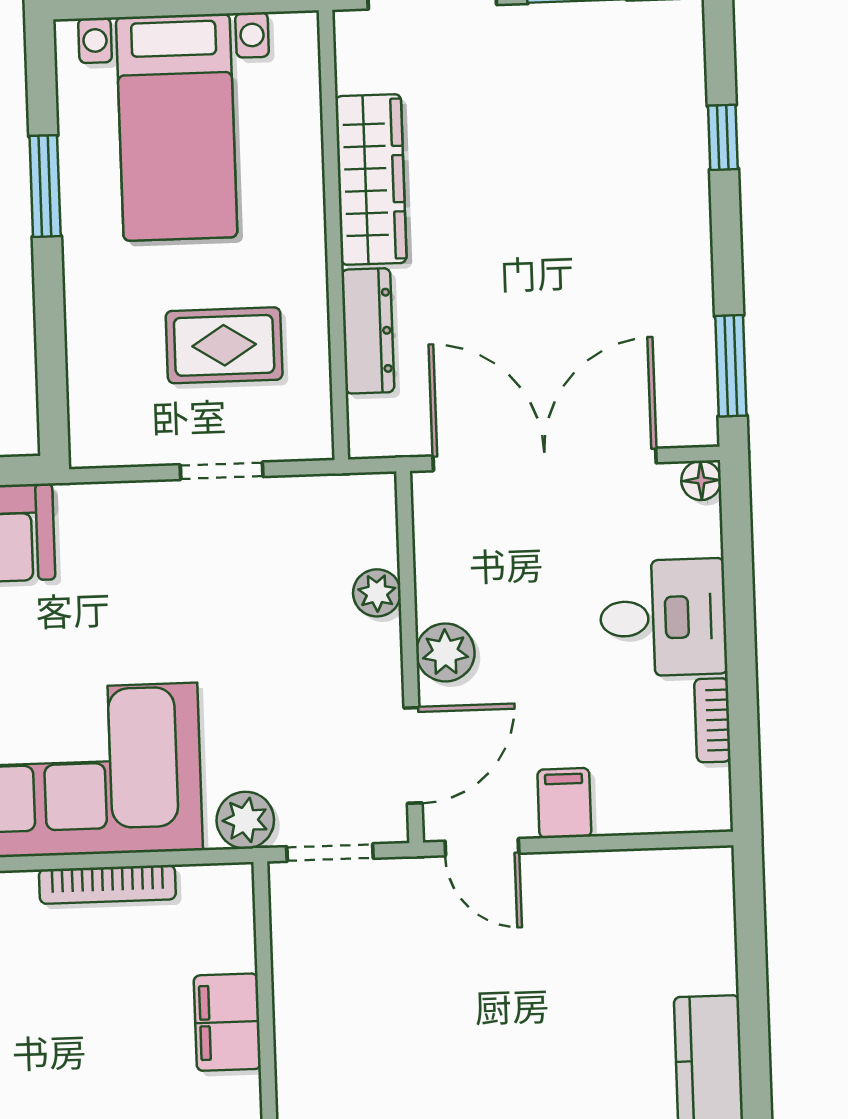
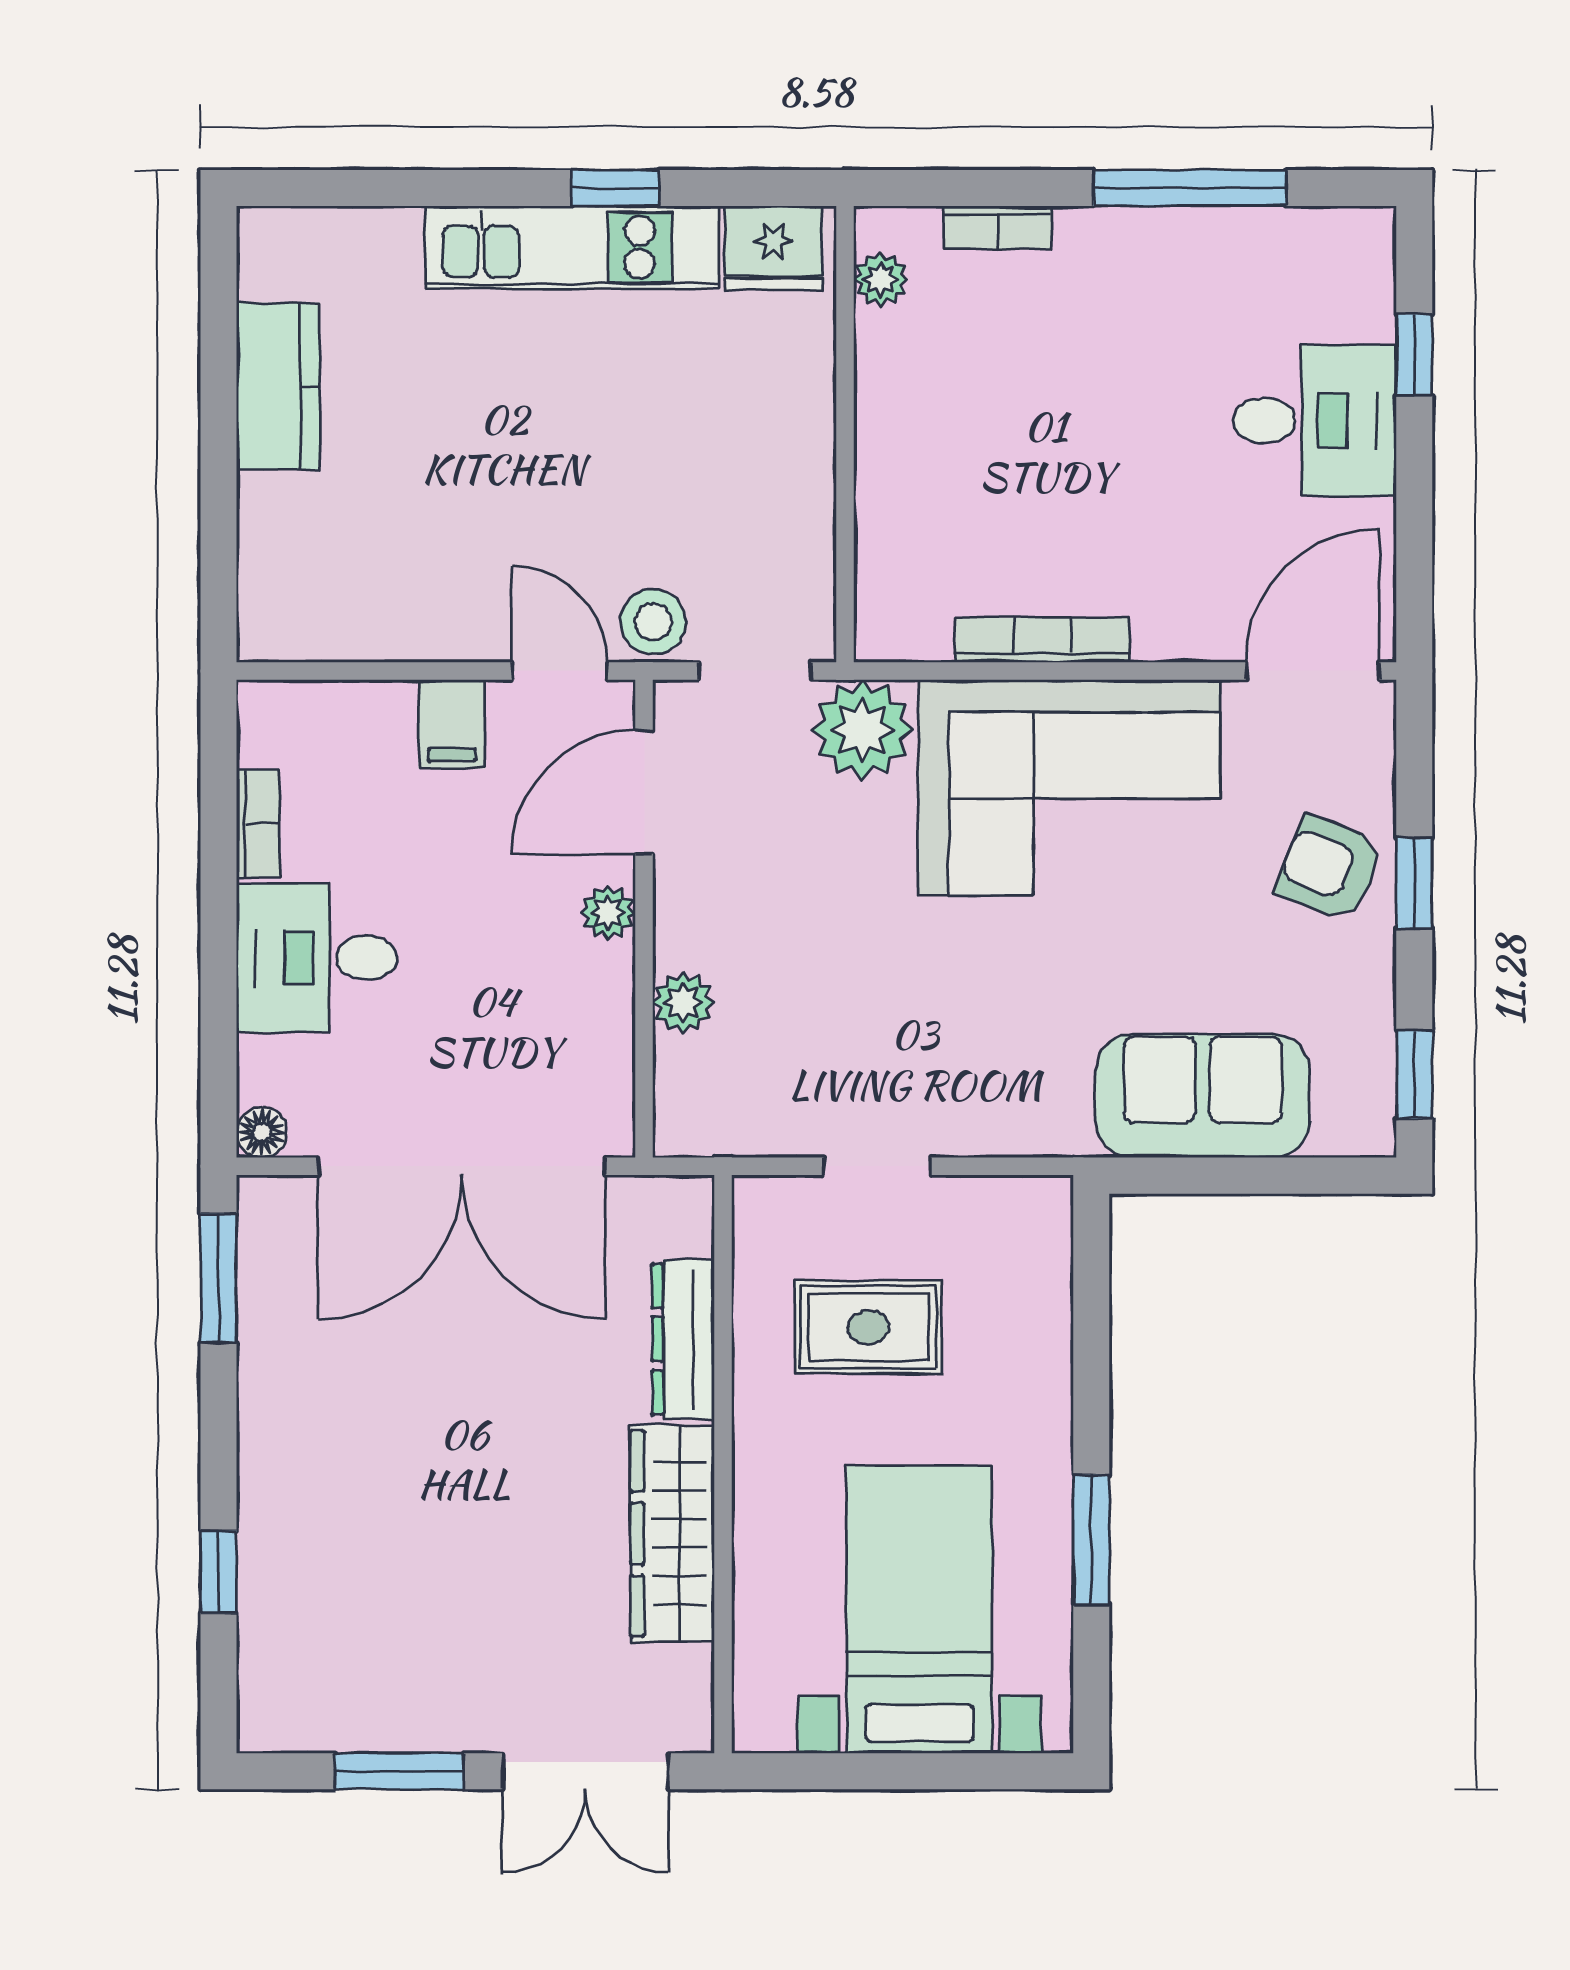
plant: (445, 652) -> (608, 913), width x0.73, depth x0.73
plant: (245, 820) -> (862, 730), width x1.36, depth x1.36
stool: (411, 888) -> (653, 622), added
filing cabinet: (227, 1022) -> (895, 458), removed

